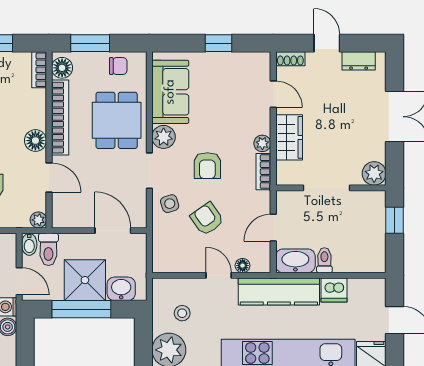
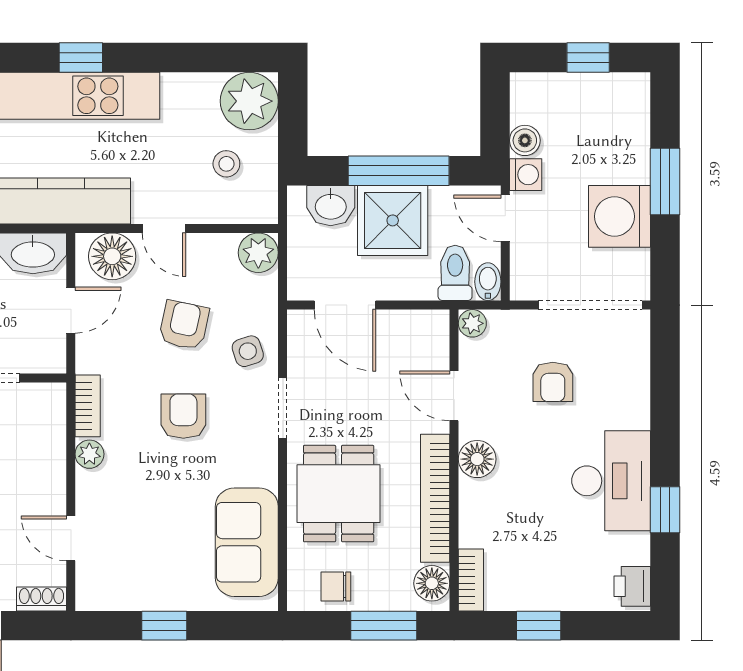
plant: (164, 137) -> (258, 253), moved
wardrobe: (289, 137) -> (44, 464), removed
armchair: (207, 219) -> (184, 325), turned -133
floor lamp: (243, 266) -> (112, 256), width x1.89, depth x1.89

